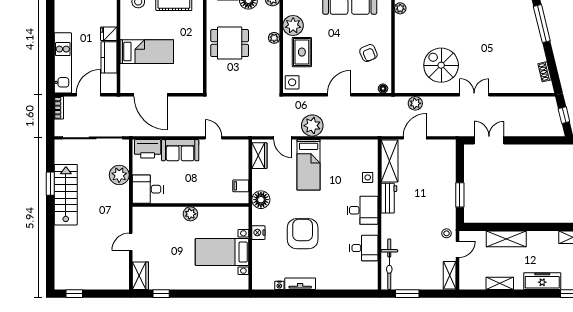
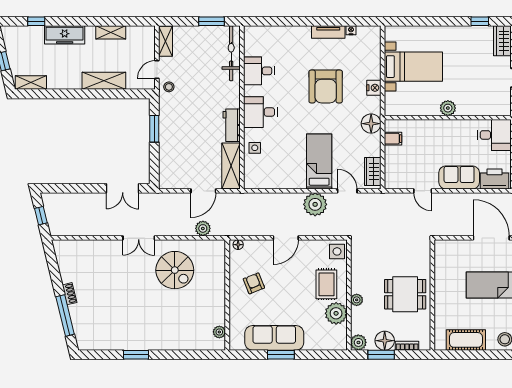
shoe rack: (545, 72) -> (69, 294), moved

